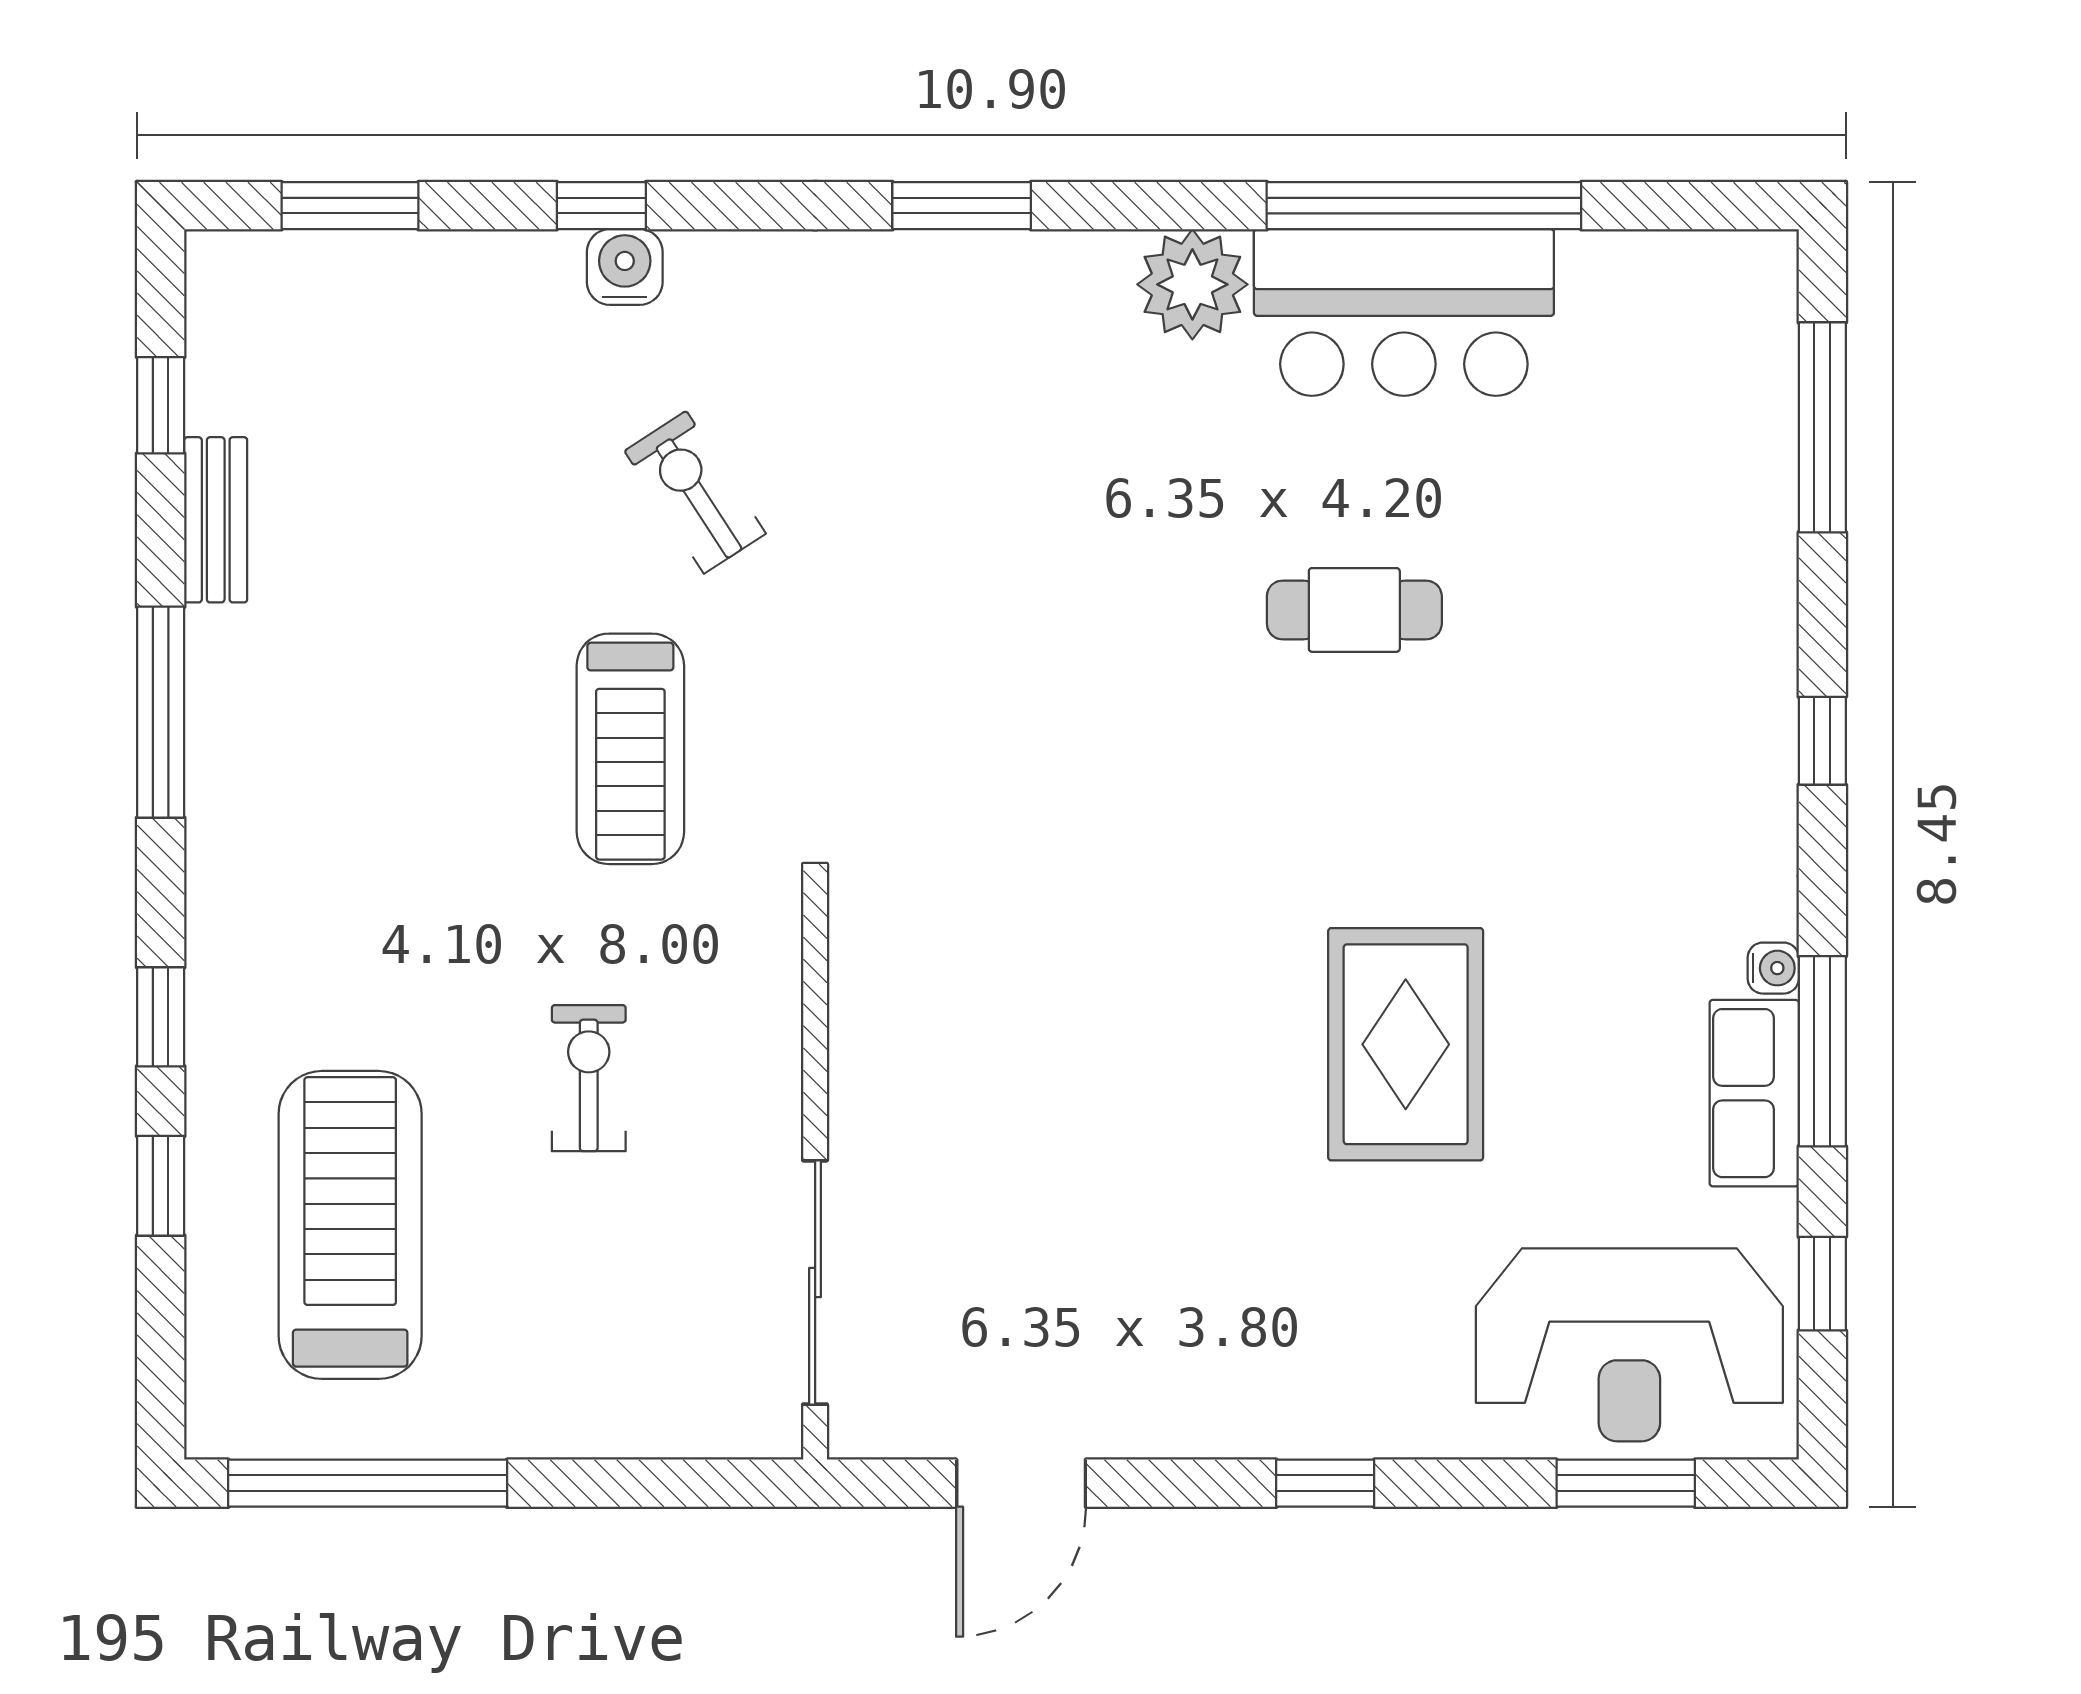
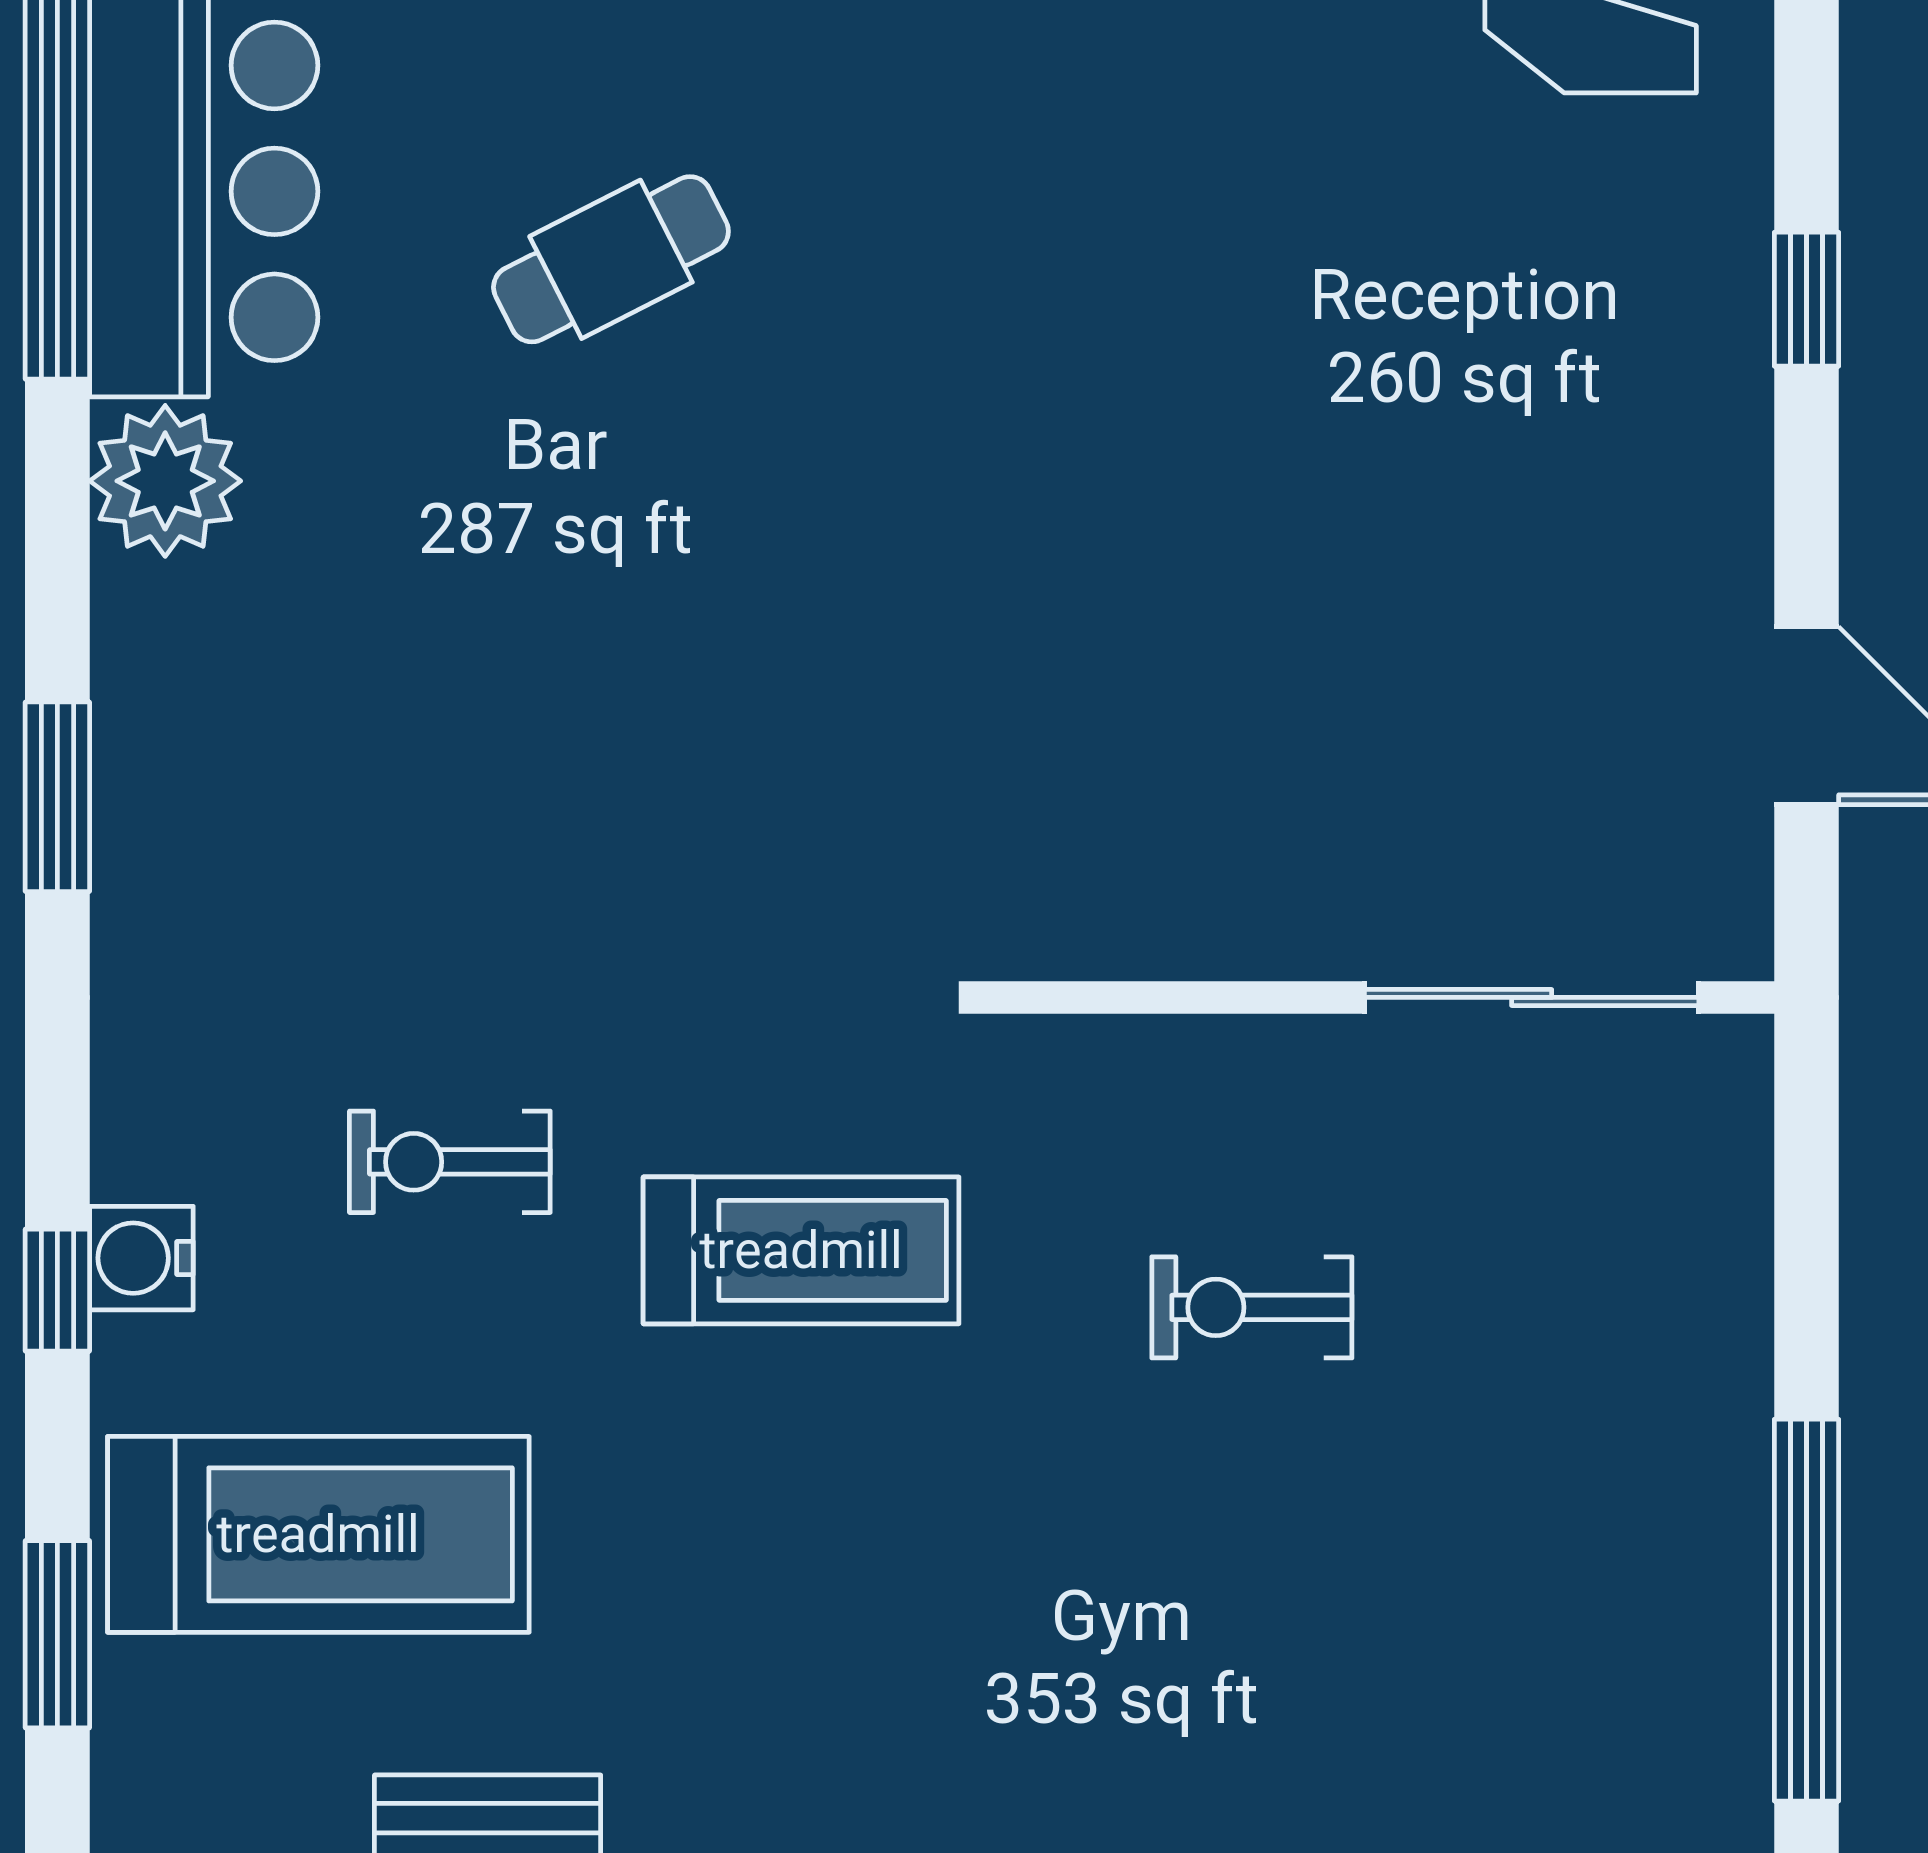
exercise bike: (695, 492) -> (450, 1162), turned 33
cafe table: (1354, 610) -> (611, 259), turned 63
rug: (1406, 1044) -> (1206, 189), removed
treadmill: (350, 1225) -> (318, 1534), moved, turned 180

